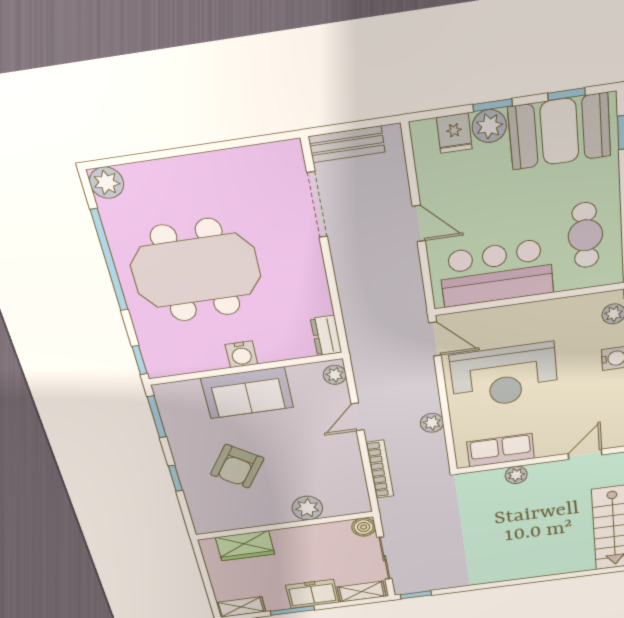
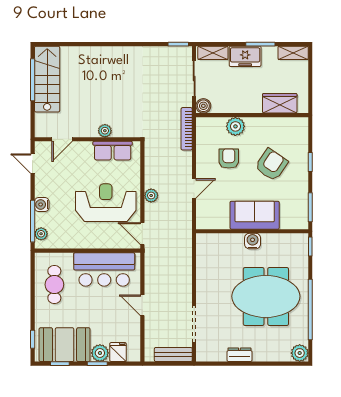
dresser: (326, 336) -> (239, 355), moved, turned -90
plant: (335, 375) -> (202, 219), removed
plant: (432, 423) -> (151, 196), moved
armchair: (309, 465) -> (229, 158), added
bookcase: (380, 469) -> (187, 129), moved

